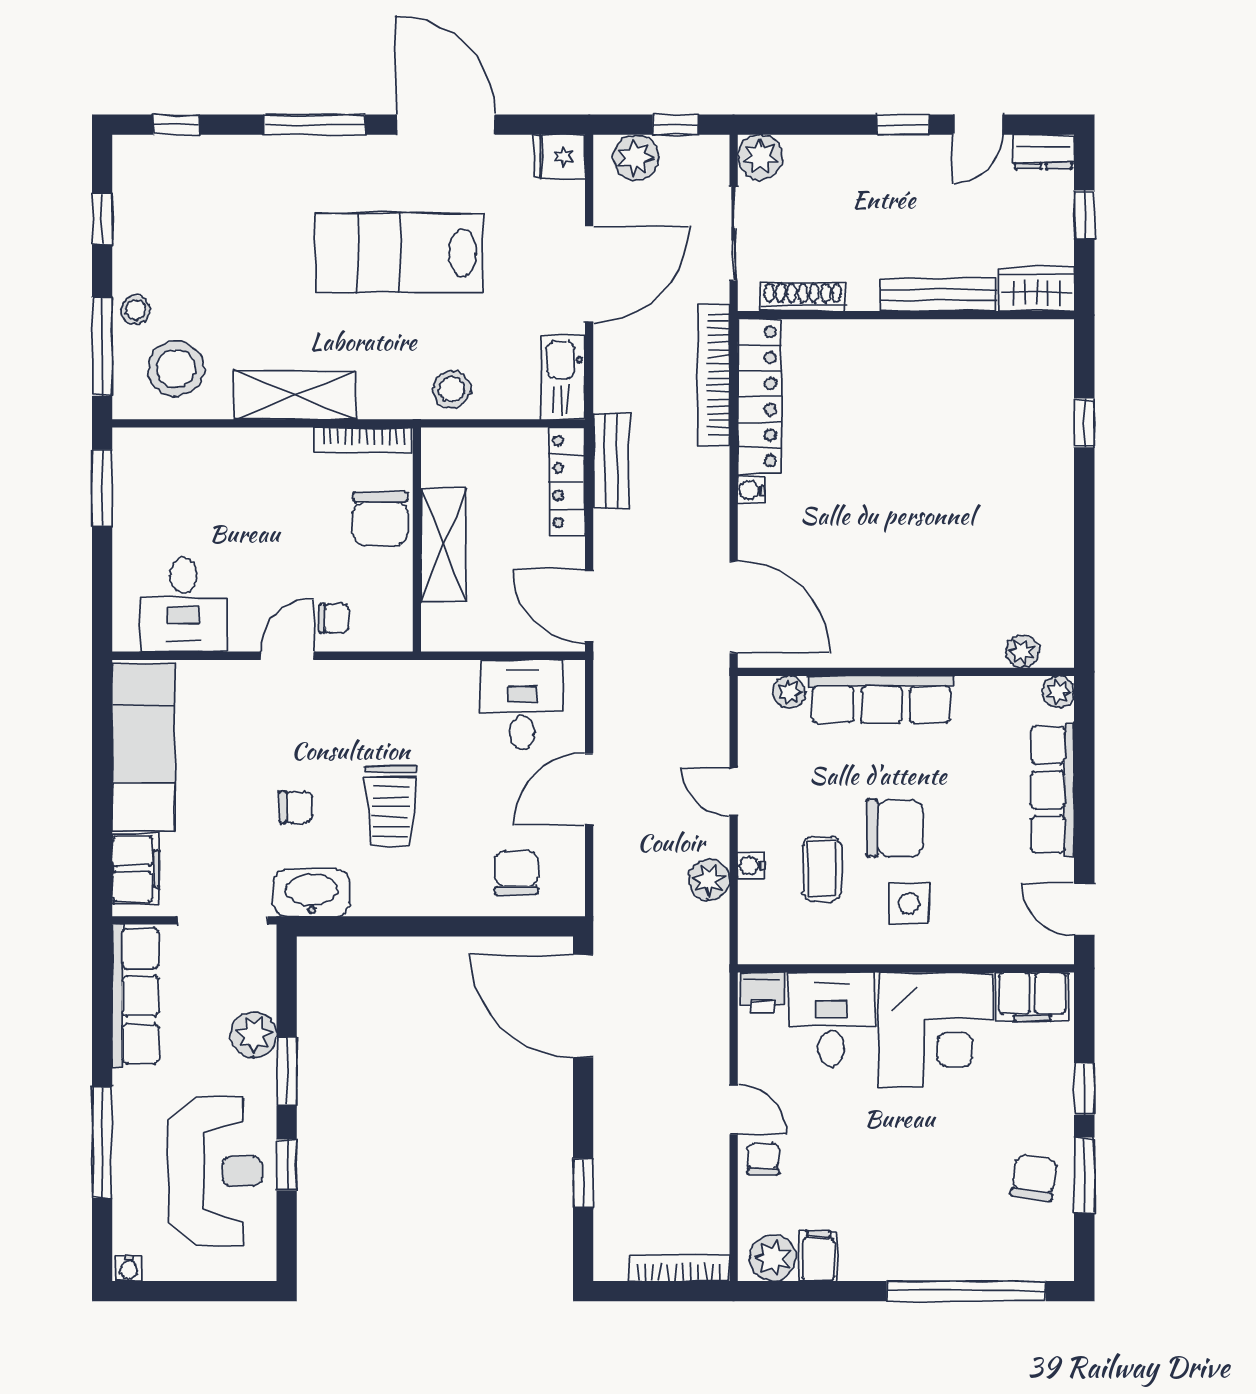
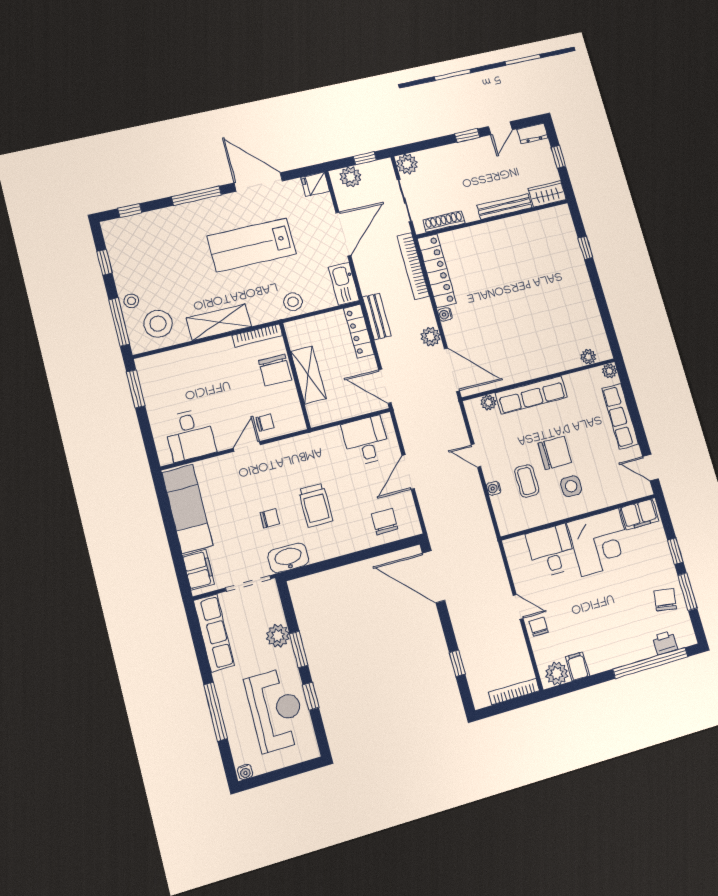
plant: (709, 880) -> (431, 337), moved
printer: (762, 993) -> (665, 643), moved, turned 180

